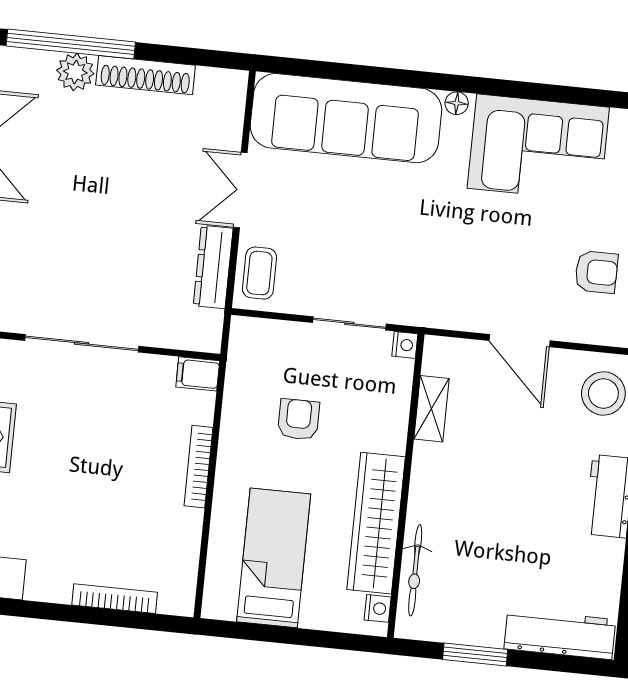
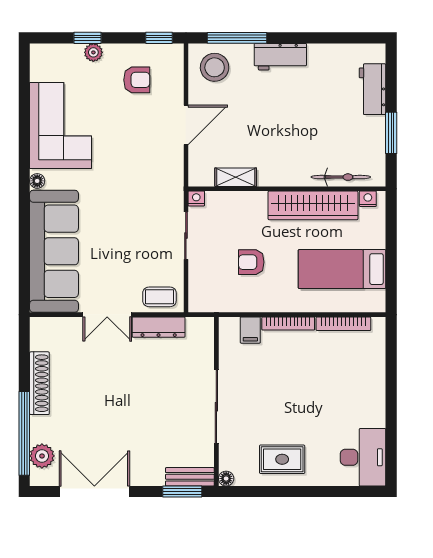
plant: (75, 72) -> (42, 456), moved
armchair: (596, 272) -> (137, 80), turned 90
filing cabinet: (198, 374) -> (250, 330), moved
bookcase: (115, 599) -> (343, 324), moved, turned -90
workbench: (560, 634) -> (373, 89), width x0.73

